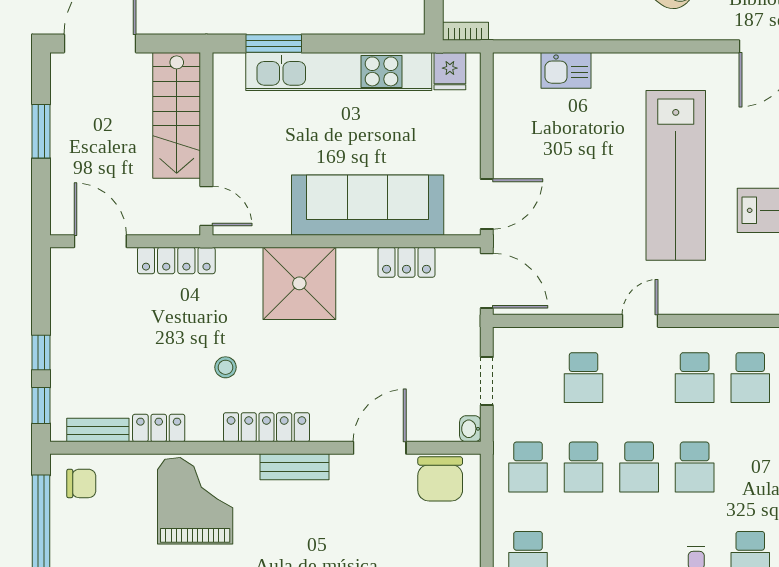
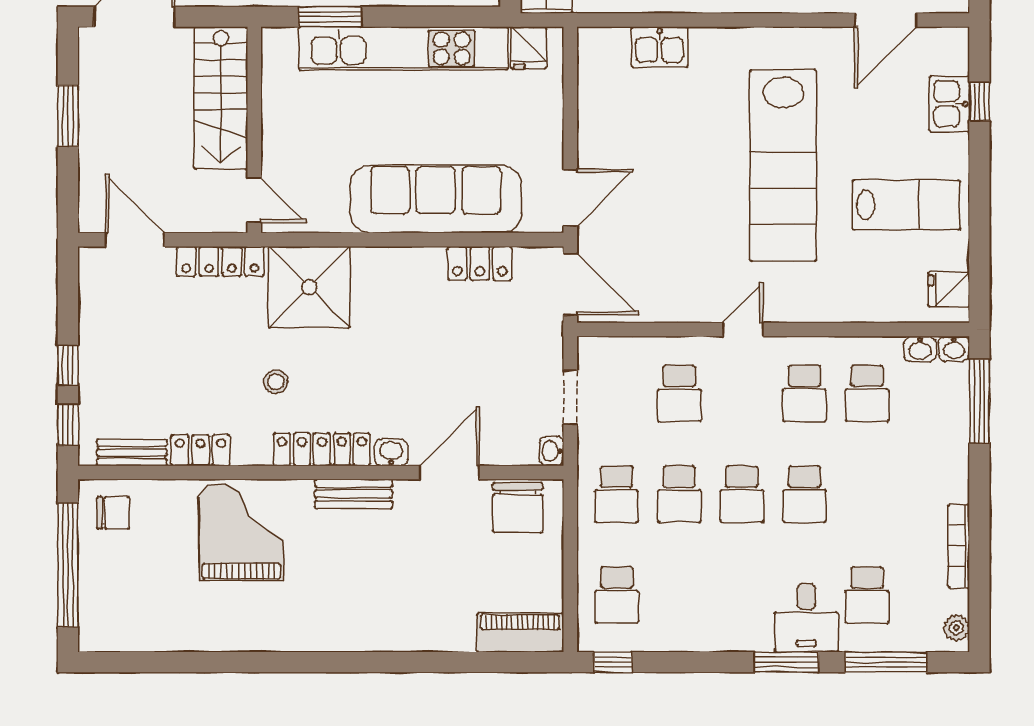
shower: (299, 283) -> (309, 287), moved
washbasin: (328, 430) -> (391, 452), added

